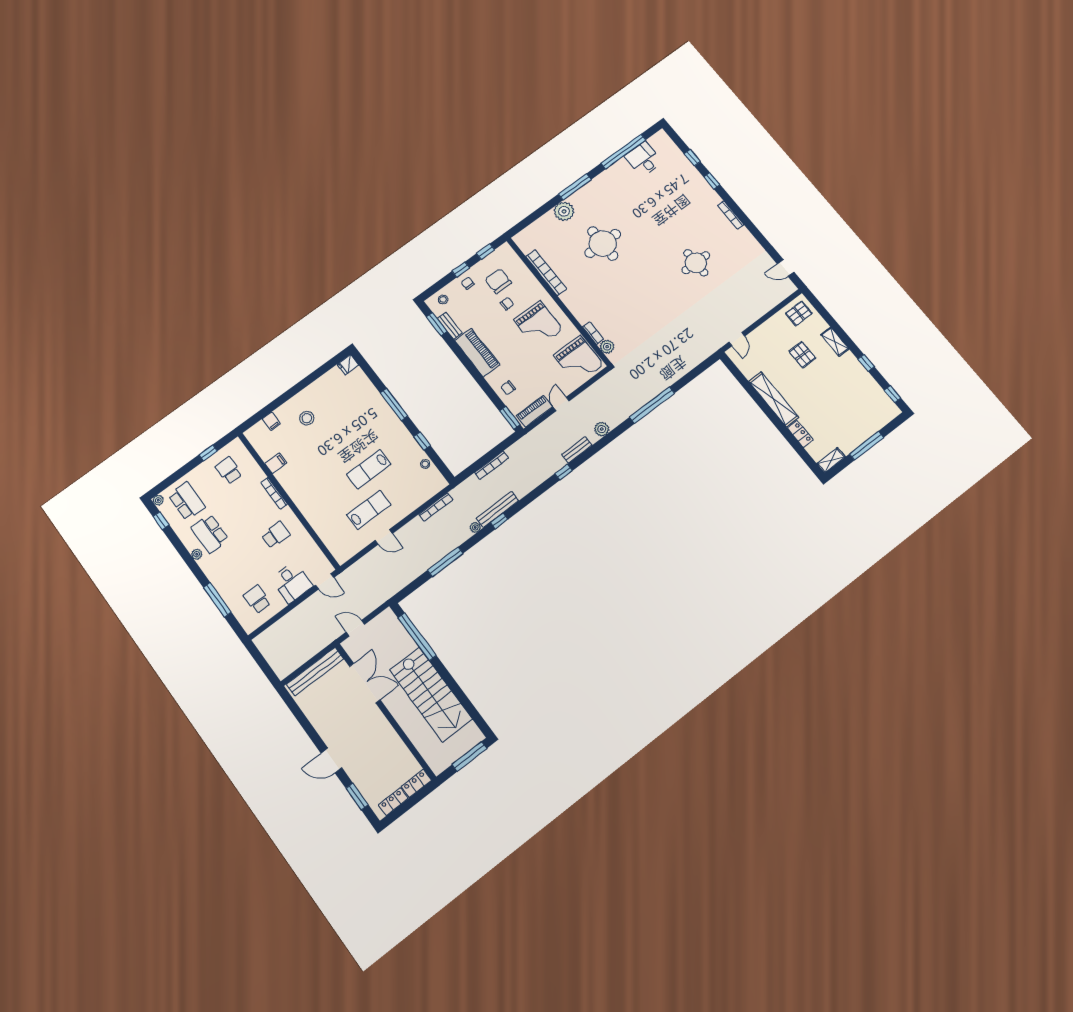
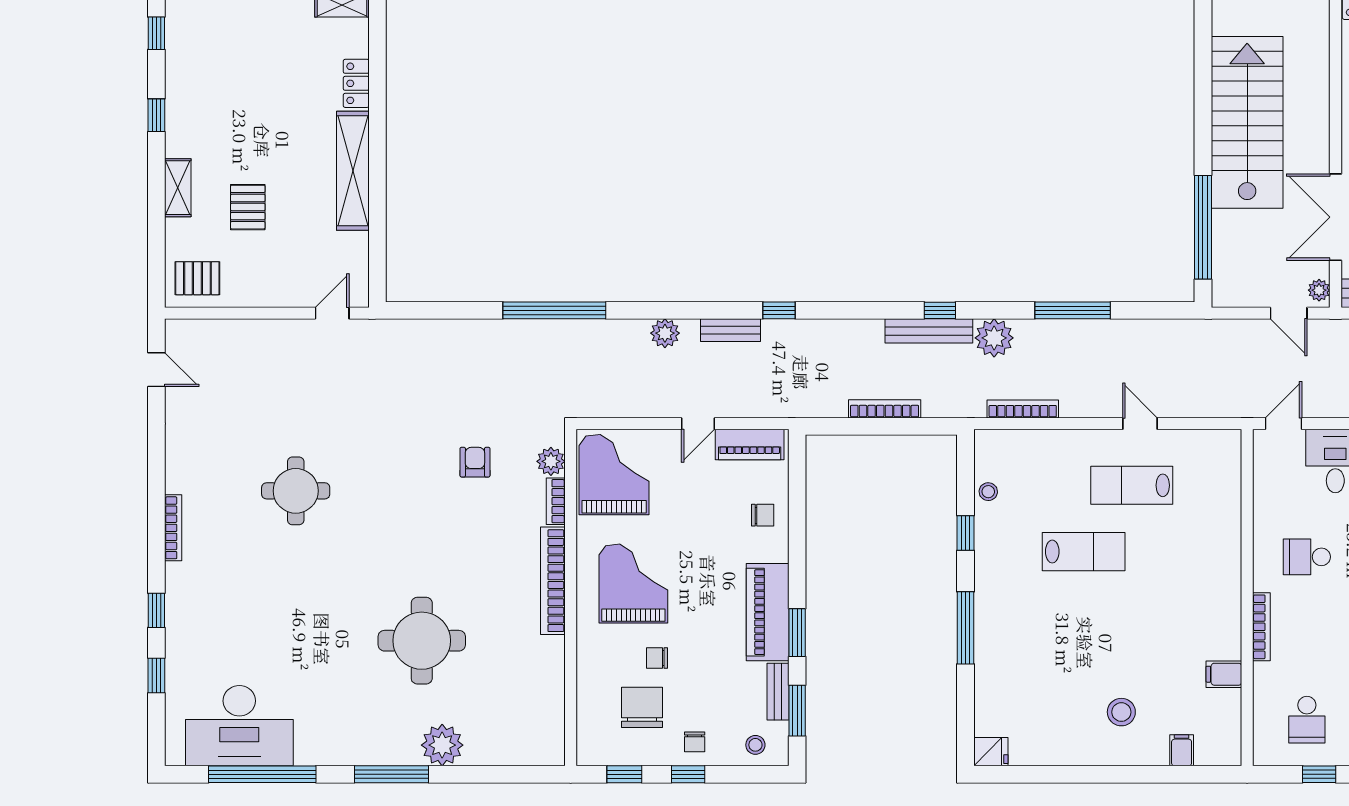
desk: (644, 159) -> (239, 726), width x1.87, depth x1.30
bookcase: (546, 273) -> (553, 581), moved
chair: (498, 281) -> (642, 707), turned 180
armchair: (636, 324) -> (475, 462), added
window: (510, 418) -> (797, 633), moved
plant: (475, 527) -> (994, 338), width x1.88, depth x1.88
door: (325, 581) -> (1283, 424), hinge flipped
plant: (350, 647) -> (1319, 290), added

